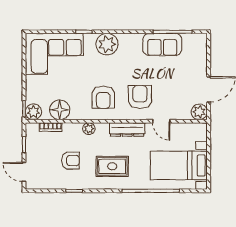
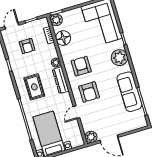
sofa: (162, 44) -> (129, 92), width x1.36
armchair: (103, 97) -> (81, 66), turned 90
armchair: (140, 97) -> (89, 92), turned 90
dresser: (127, 129) -> (61, 80), moved
armchair: (70, 161) -> (27, 46), moved

